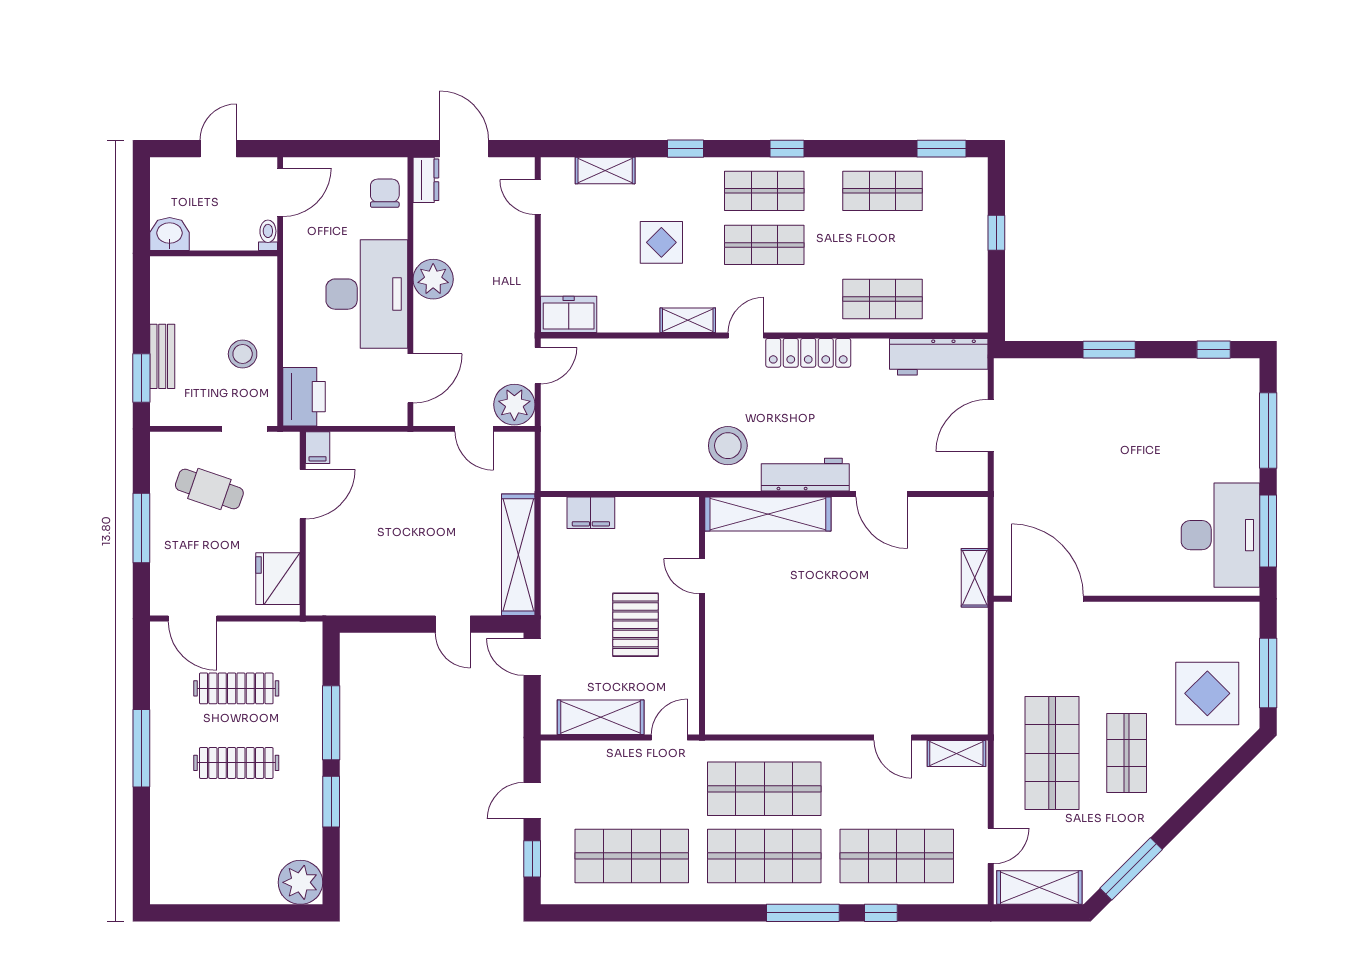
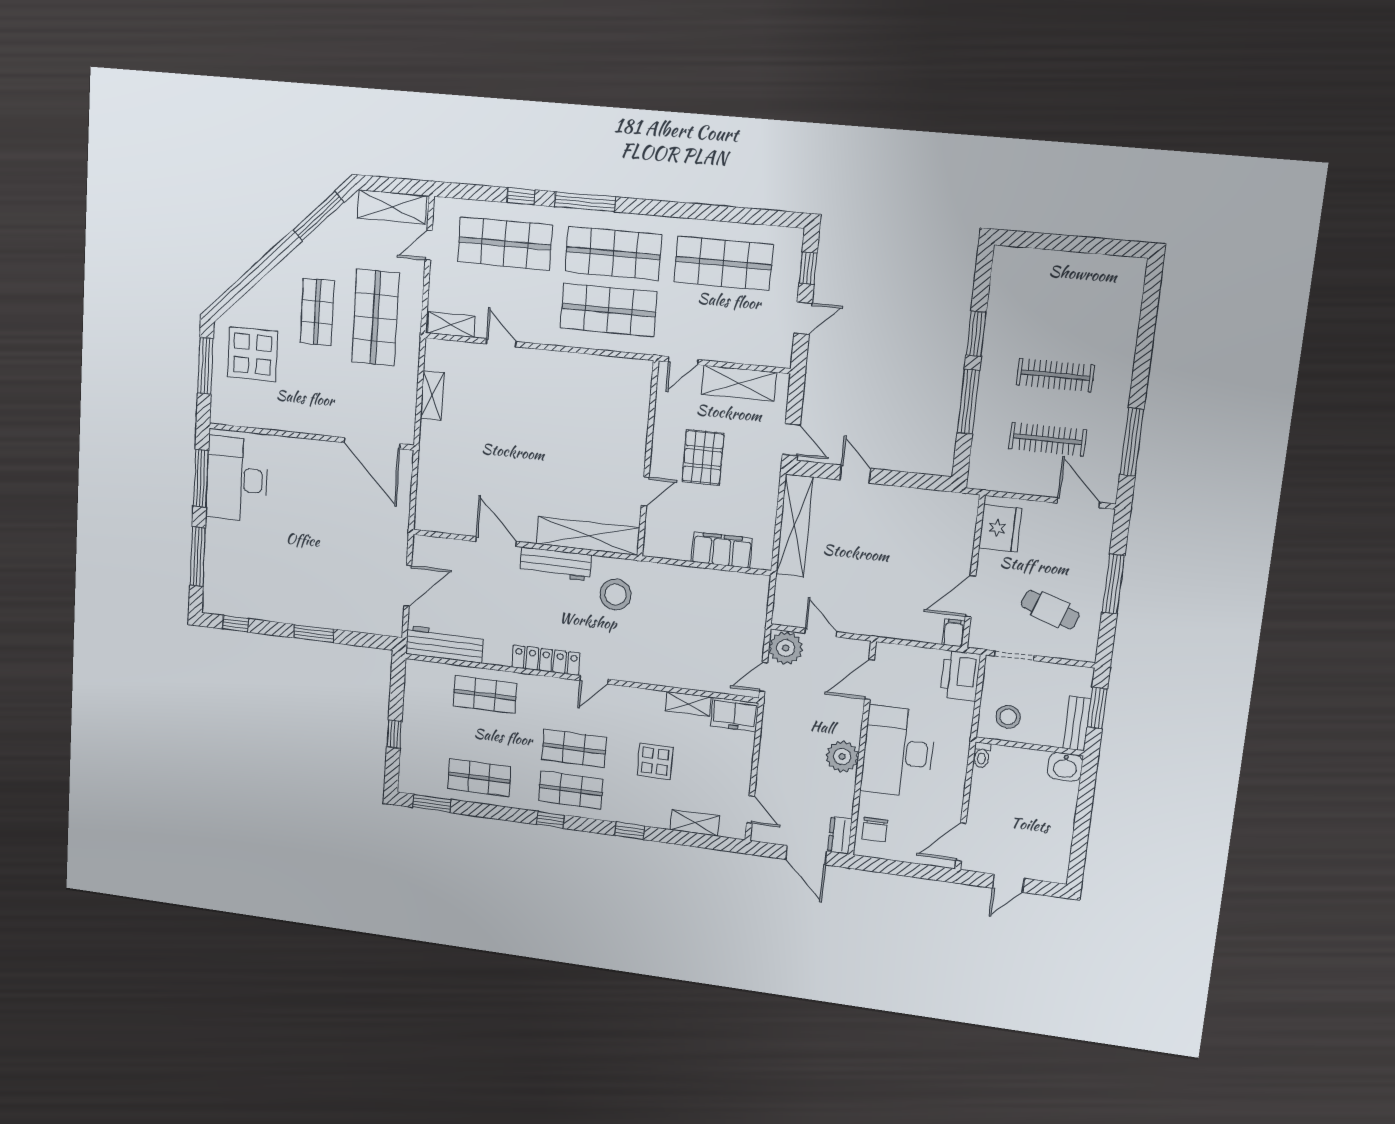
washbasin: (170, 234) -> (1065, 767), moved
toilet: (268, 235) -> (982, 755), moved
wall: (214, 253) -> (1029, 746), moved
shelving: (688, 320) -> (688, 704), moved
filing cabinet: (591, 513) -> (722, 550), width x1.50, depth x1.17
door: (702, 576) -> (645, 491), hinge flipped
shelving: (975, 578) -> (432, 395), moved
window: (141, 748) -> (1132, 442), moved
plant: (300, 882) -> (1011, 266), removed

